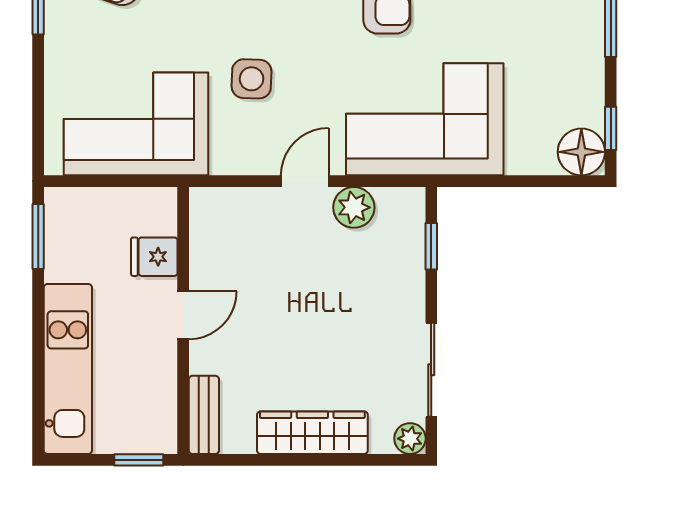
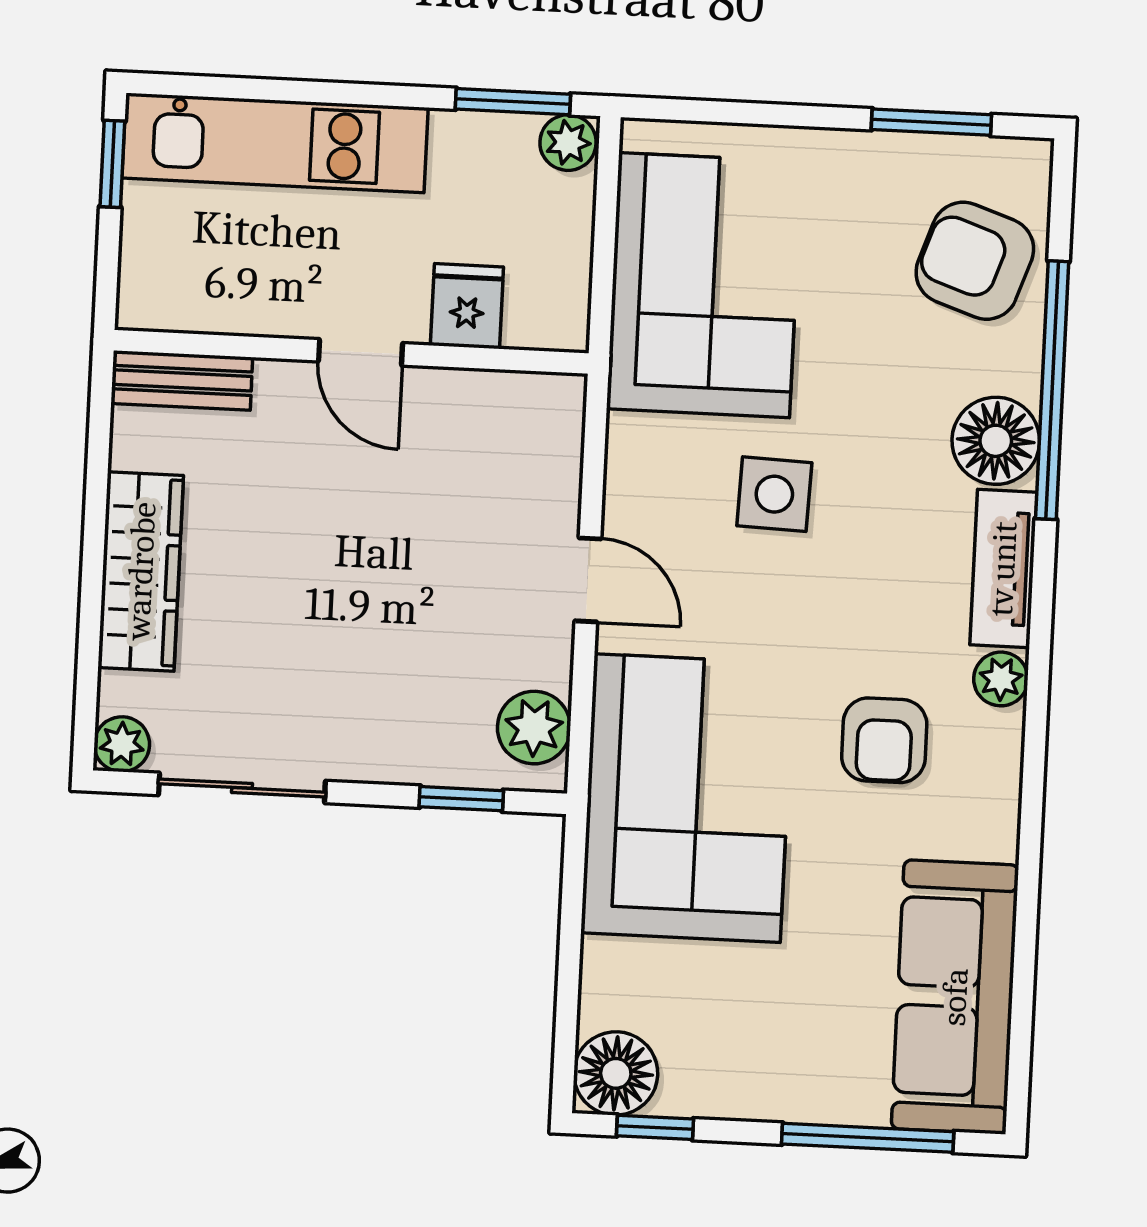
plant: (60, 204) -> (568, 143), added
plant: (354, 207) -> (534, 728), moved
window: (139, 460) -> (112, 164), moved

